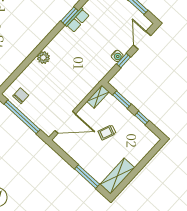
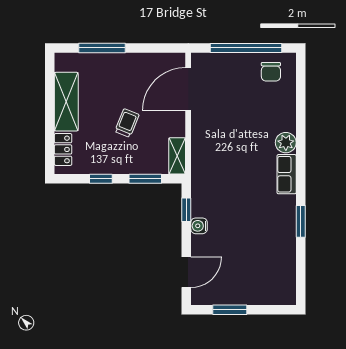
row of seats: (77, 20) -> (287, 174), moved
door: (142, 40) -> (186, 272), hinge flipped
window: (124, 60) -> (186, 210), moved
locker: (147, 147) -> (63, 149), added
shelving: (117, 176) -> (66, 102), moved

